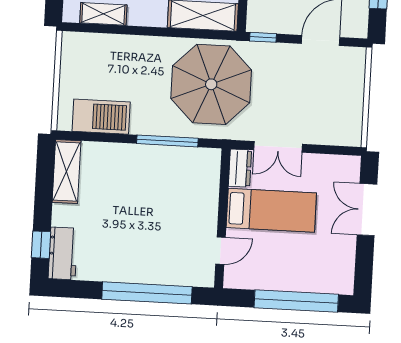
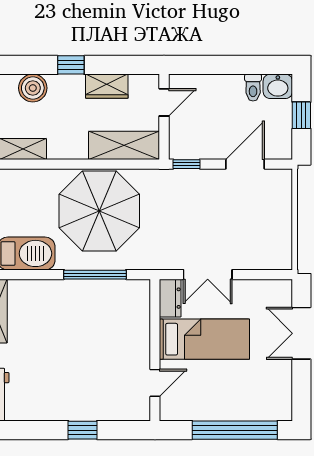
parasol: (211, 84) -> (99, 211), moved
window: (147, 293) -> (83, 430), width x0.32

